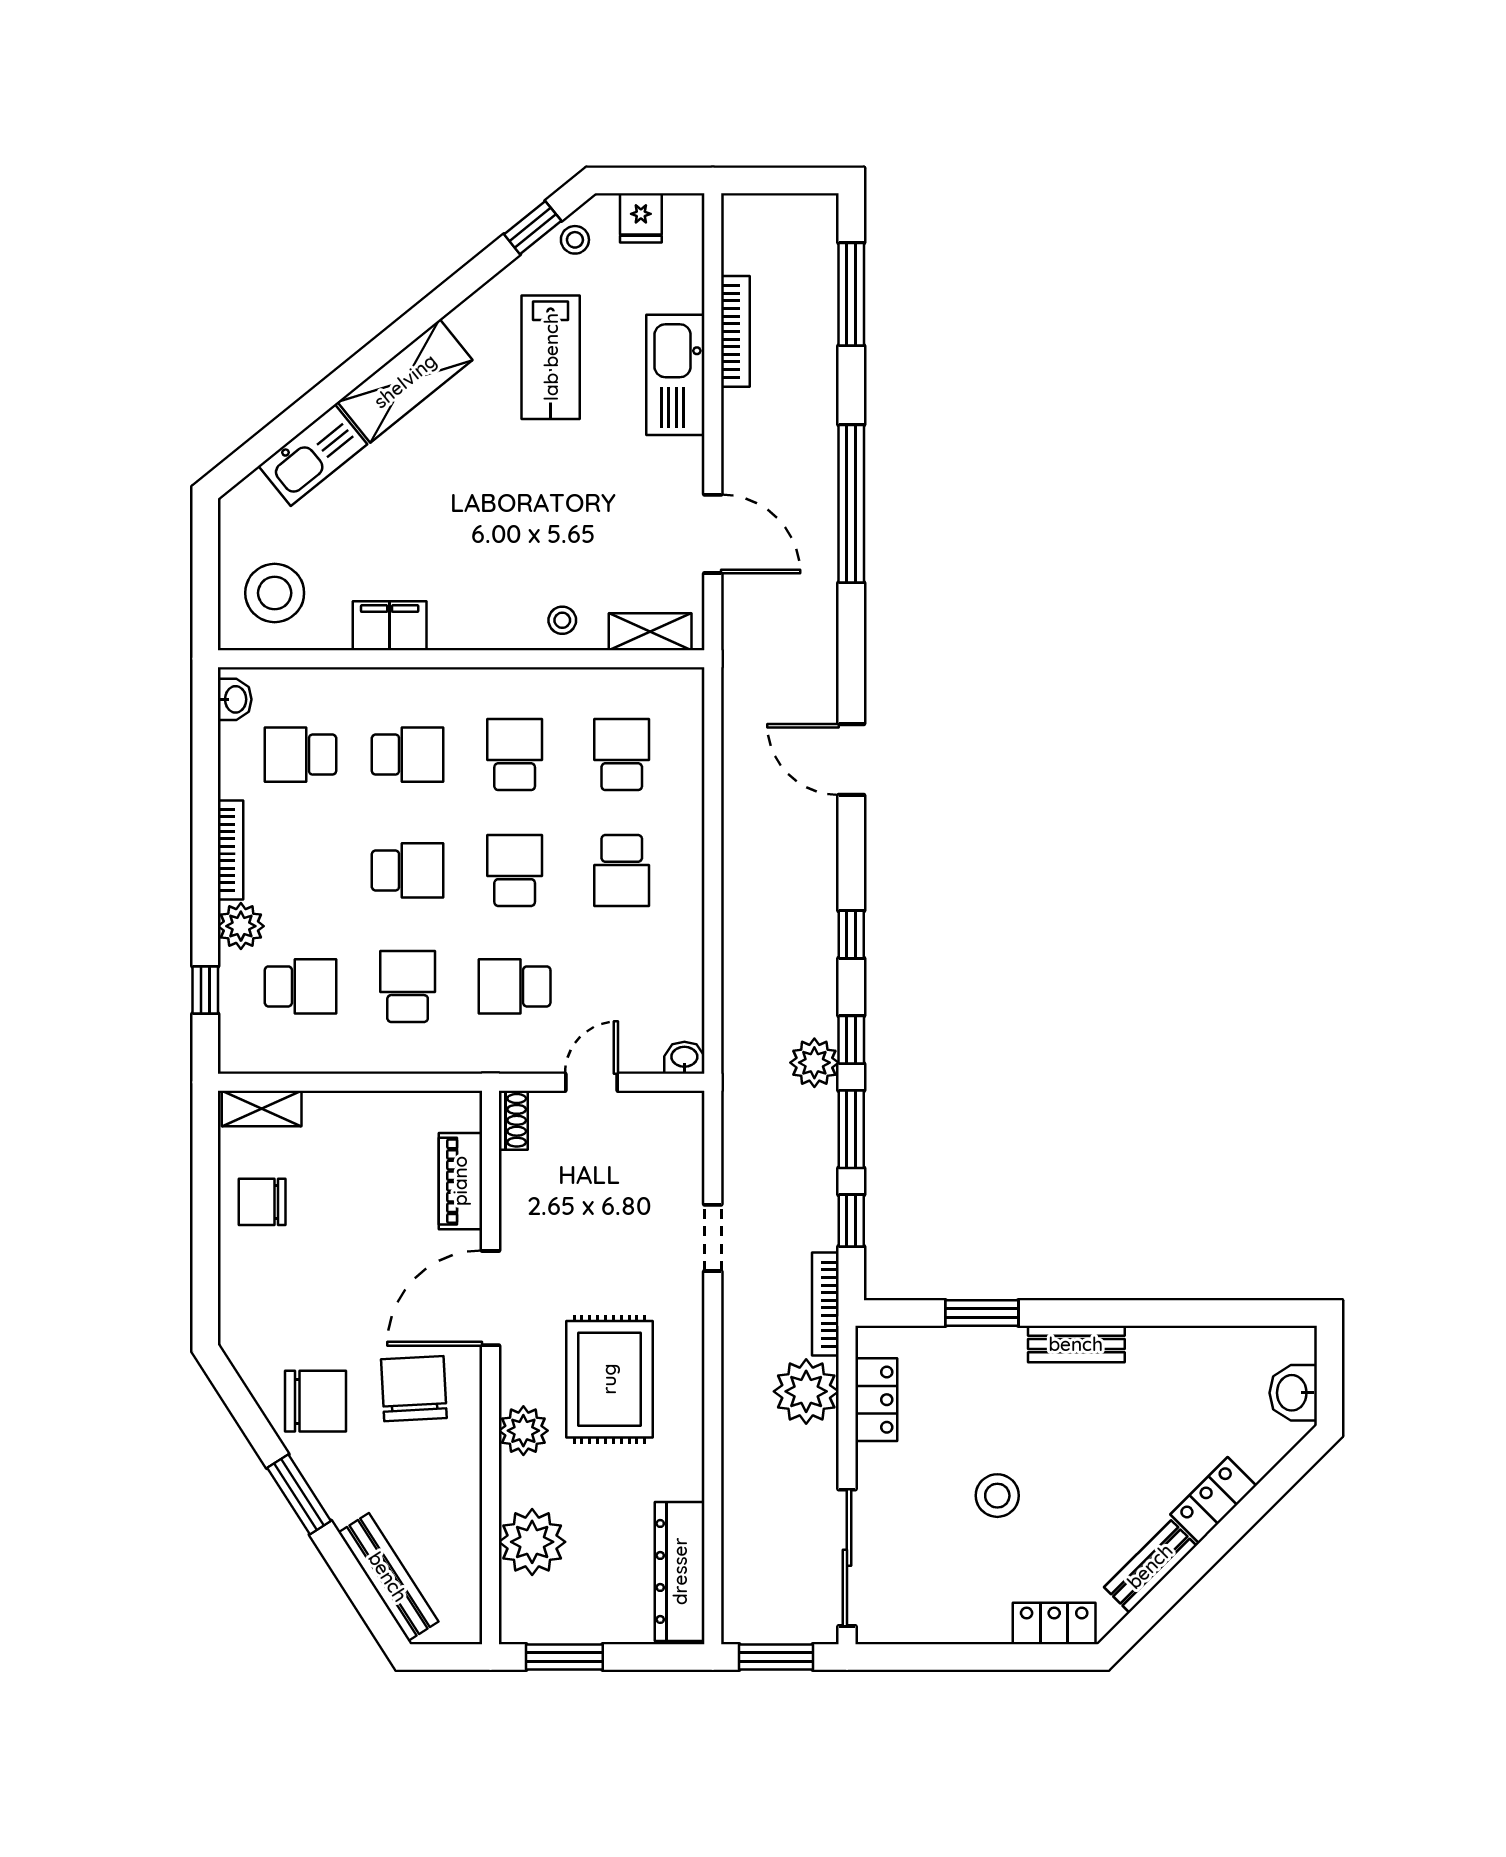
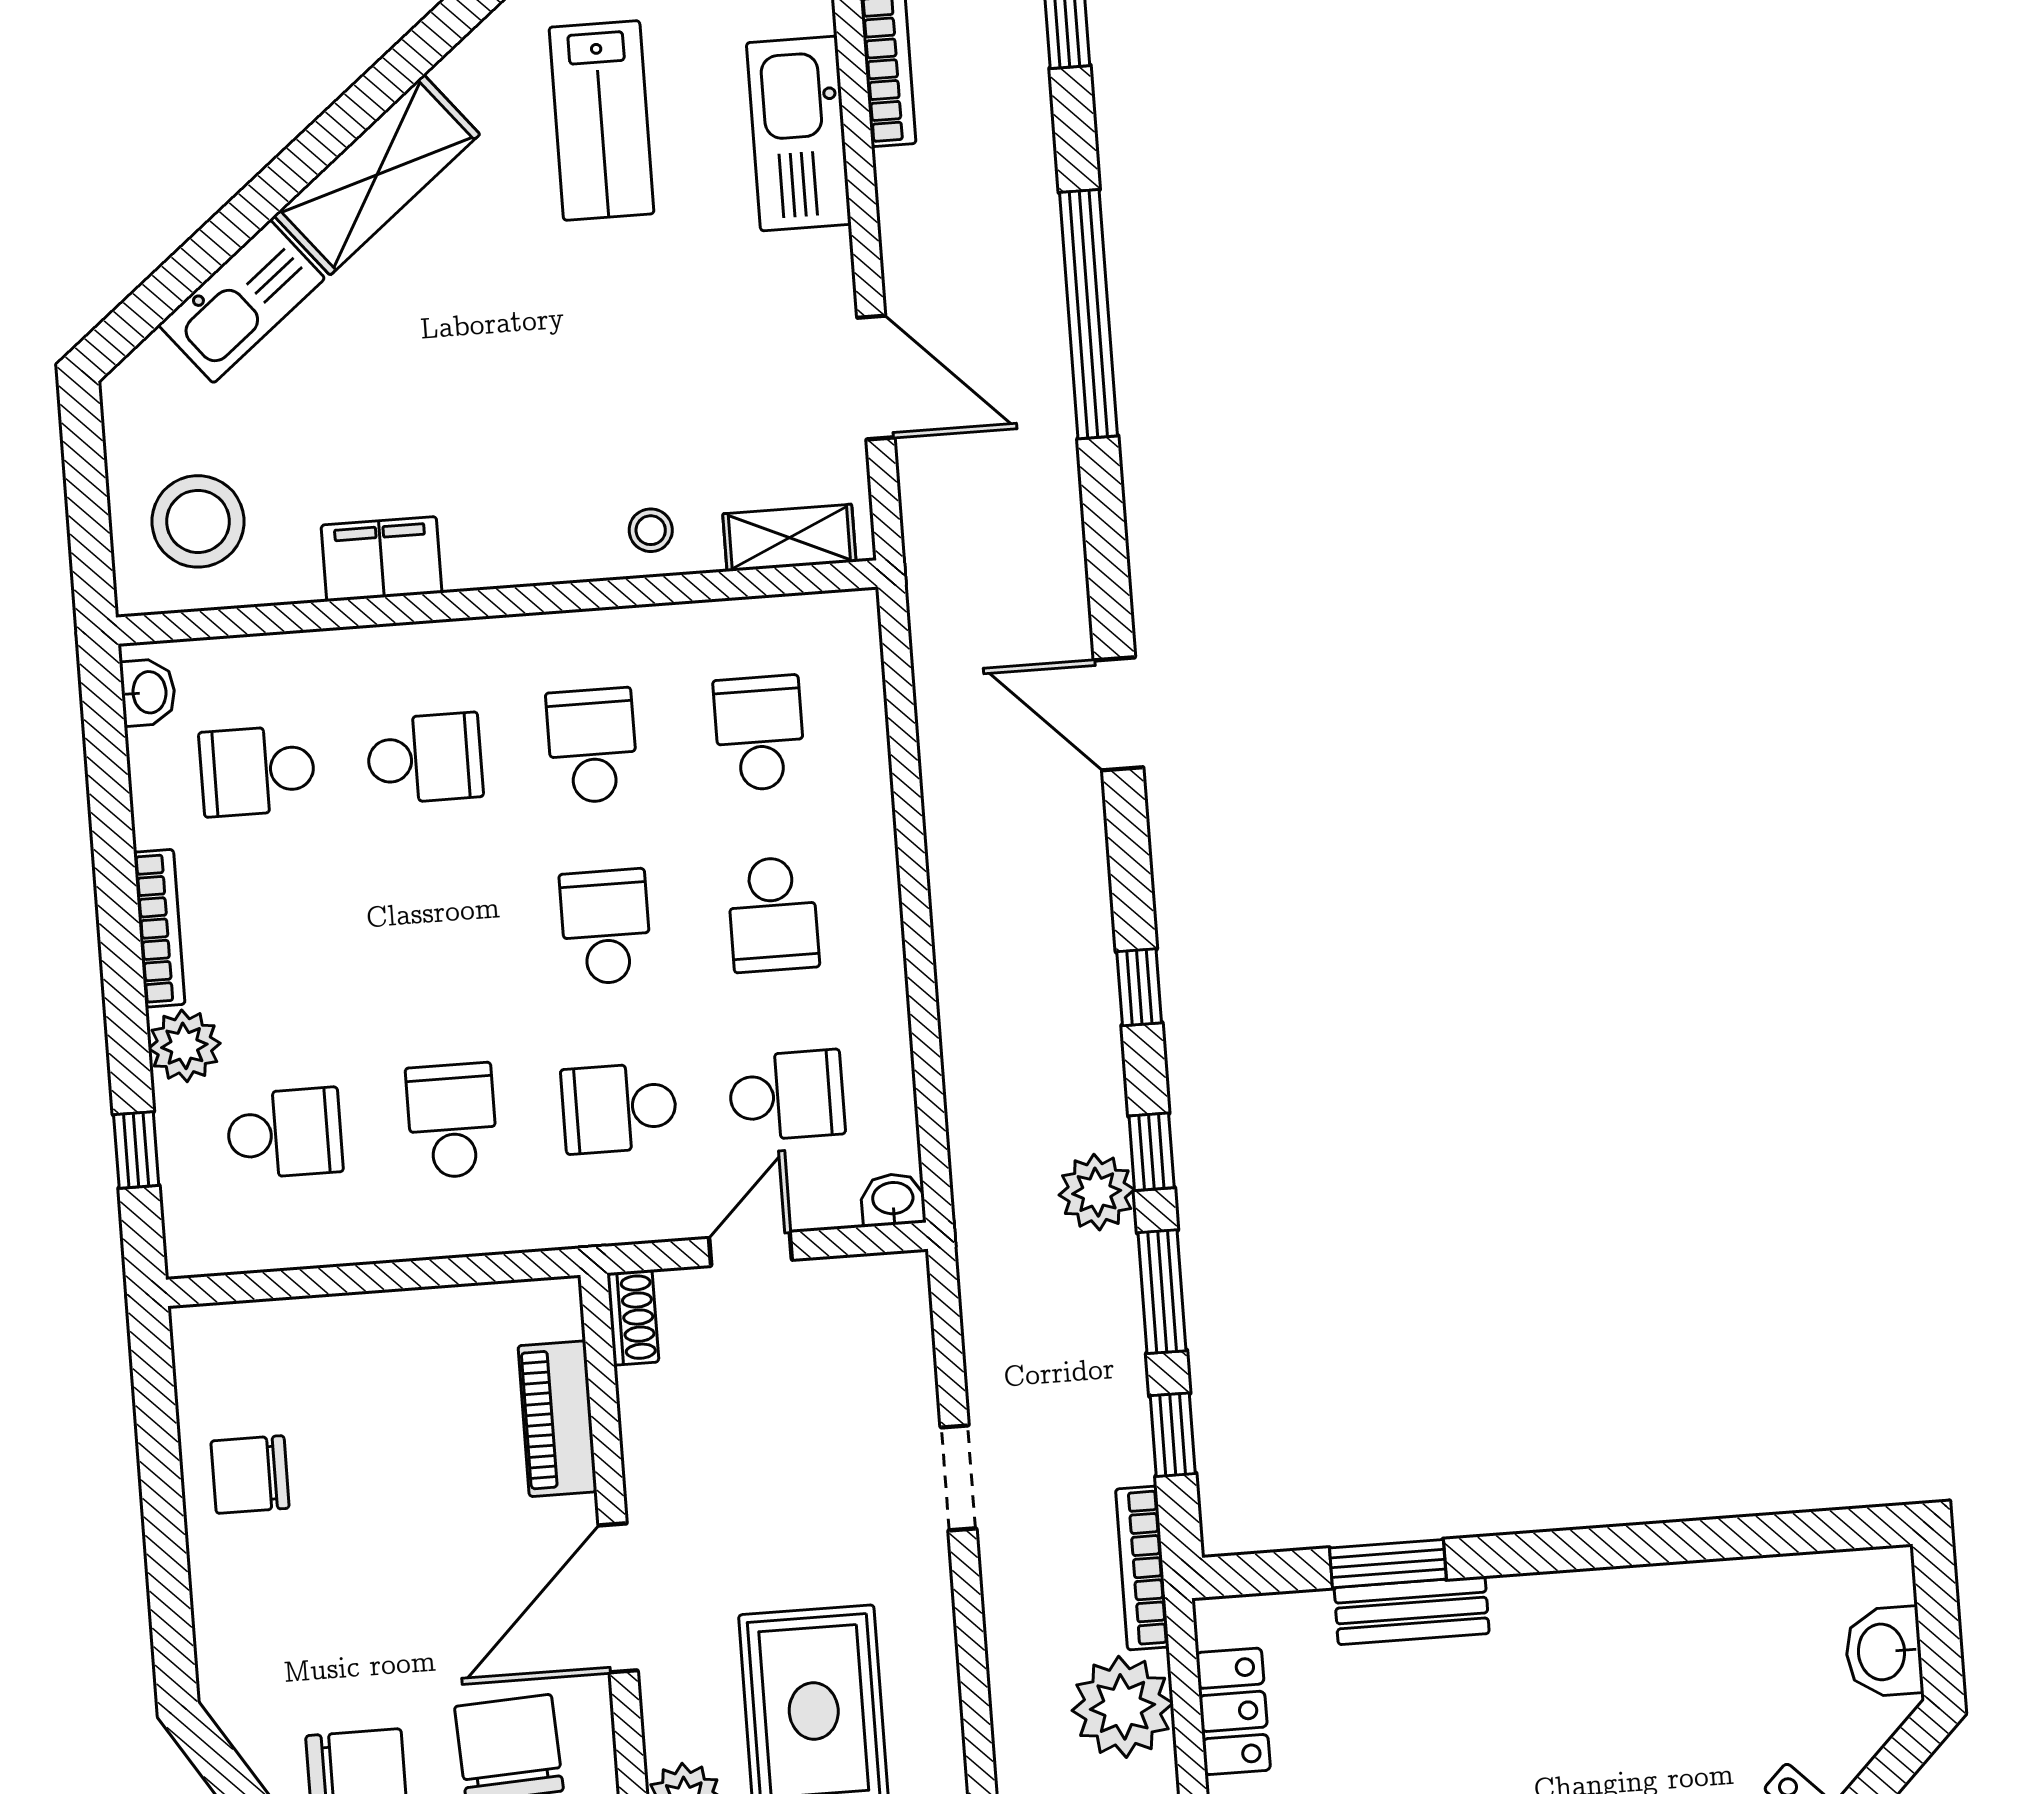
school desk: (408, 870) -> (787, 1095), moved
shelving: (262, 1109) -> (238, 1329), removed
bench: (1076, 1344) -> (1412, 1611), moved

